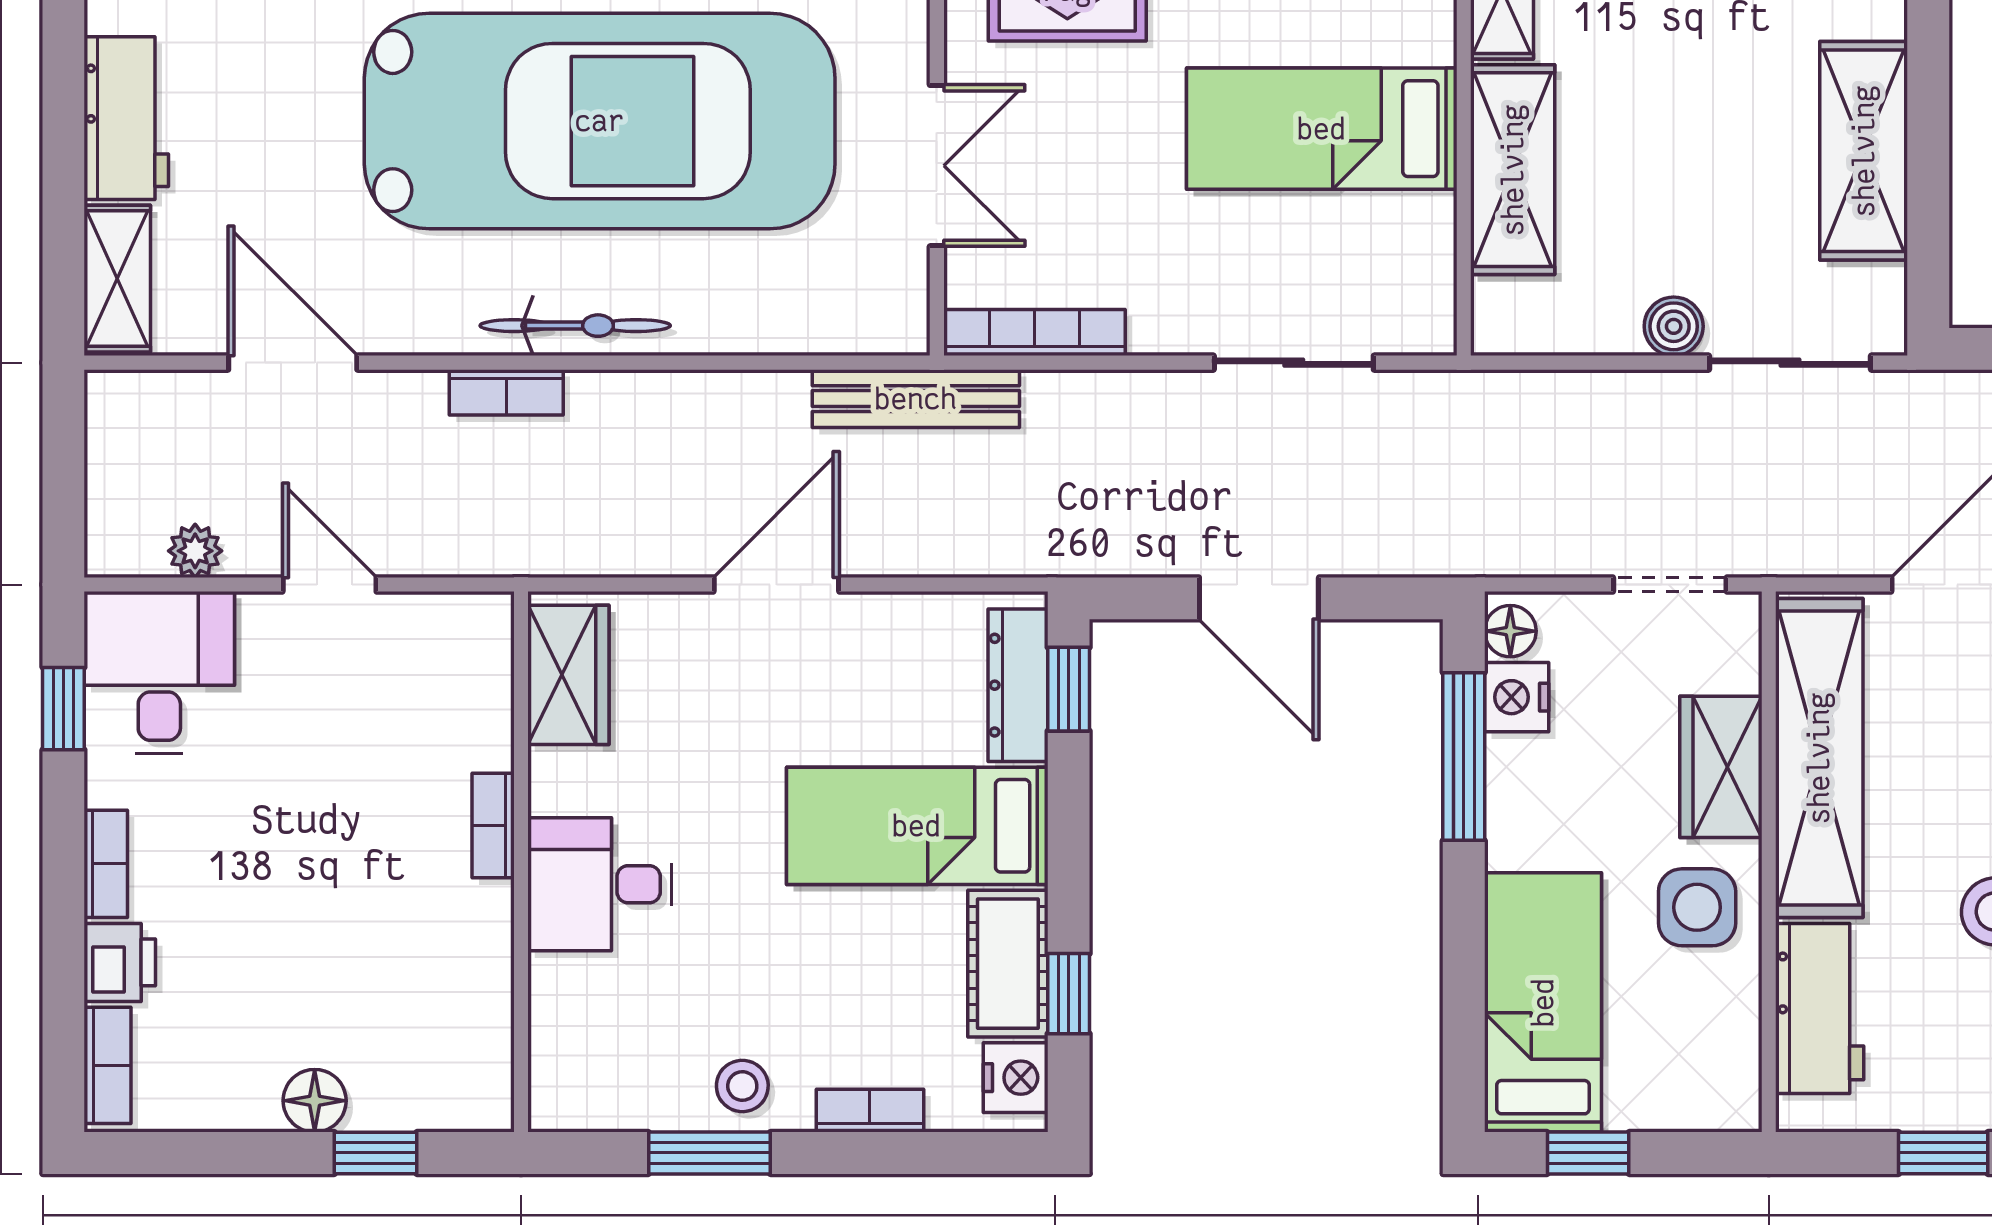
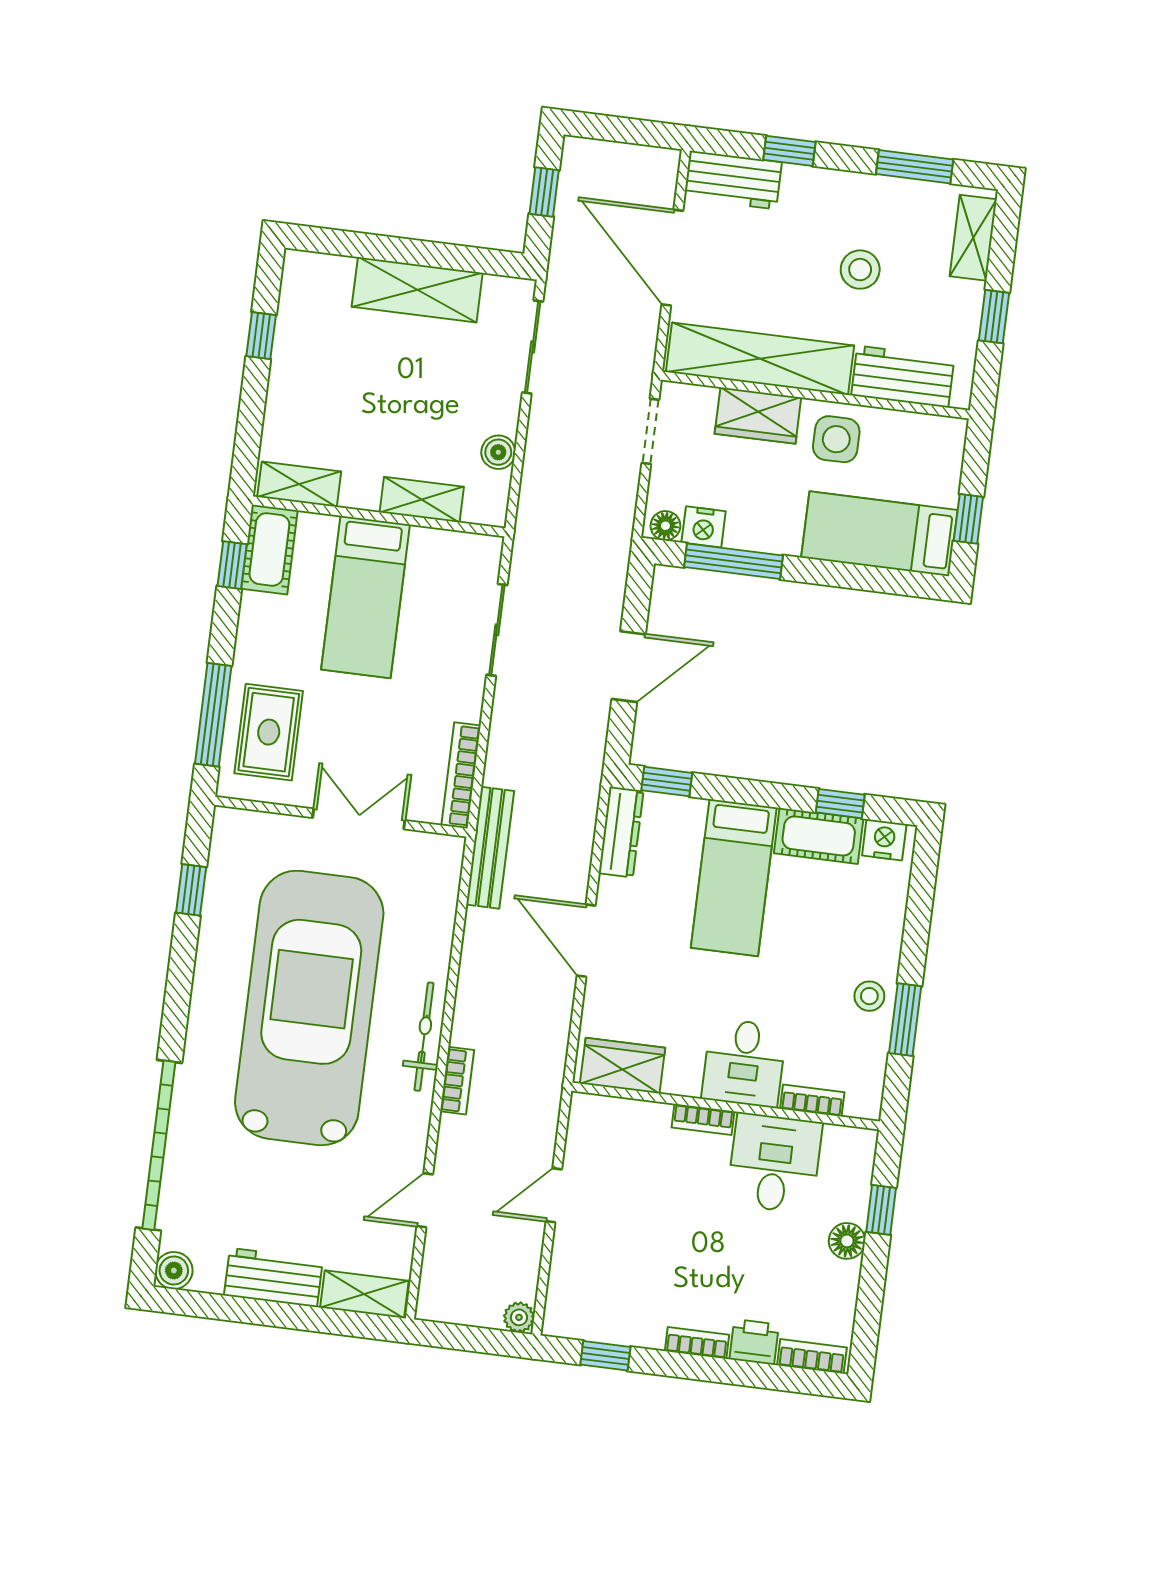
shelving: (1513, 170) -> (422, 500), width x0.67, depth x0.75
boiler: (1674, 326) -> (498, 452), moved
door: (293, 363) -> (425, 1200), width x0.73
plant: (195, 551) -> (519, 1317), moved
desk: (159, 672) -> (774, 1163), moved, turned 90
dresser: (1018, 685) -> (621, 832), moved, turned -90
bookcase: (870, 1111) -> (812, 1101), moved, turned 90

